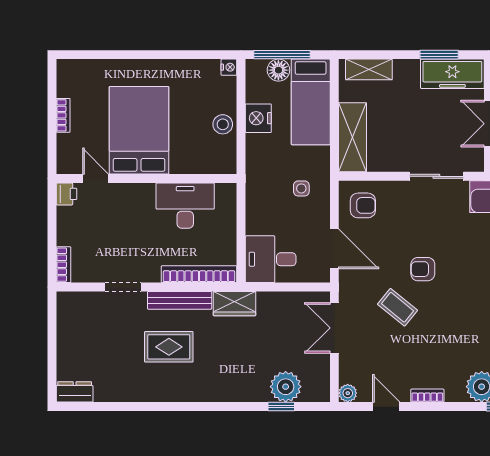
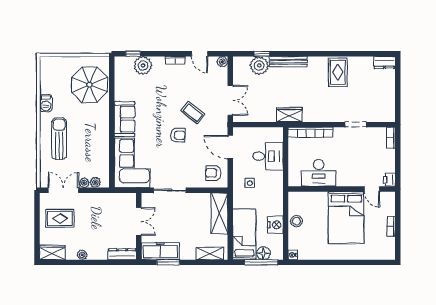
desk: (271, 259) -> (268, 156), moved
bench: (180, 300) -> (288, 62), moved
rug: (169, 347) -> (338, 72), moved, turned 90

